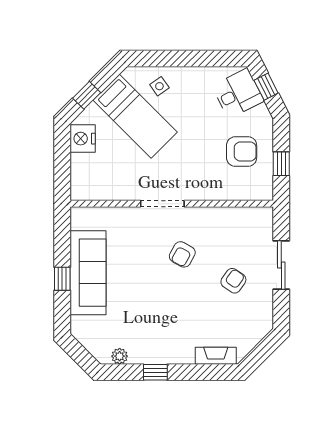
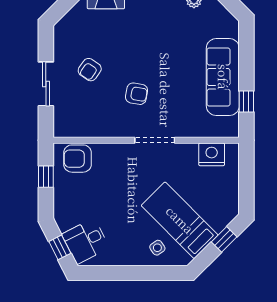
nightstand: (83, 139) -> (212, 154), moved, turned -90
armchair: (242, 152) -> (77, 159), moved
armchair: (182, 254) -> (137, 94), turned 71
window: (62, 279) -> (246, 102), moved

